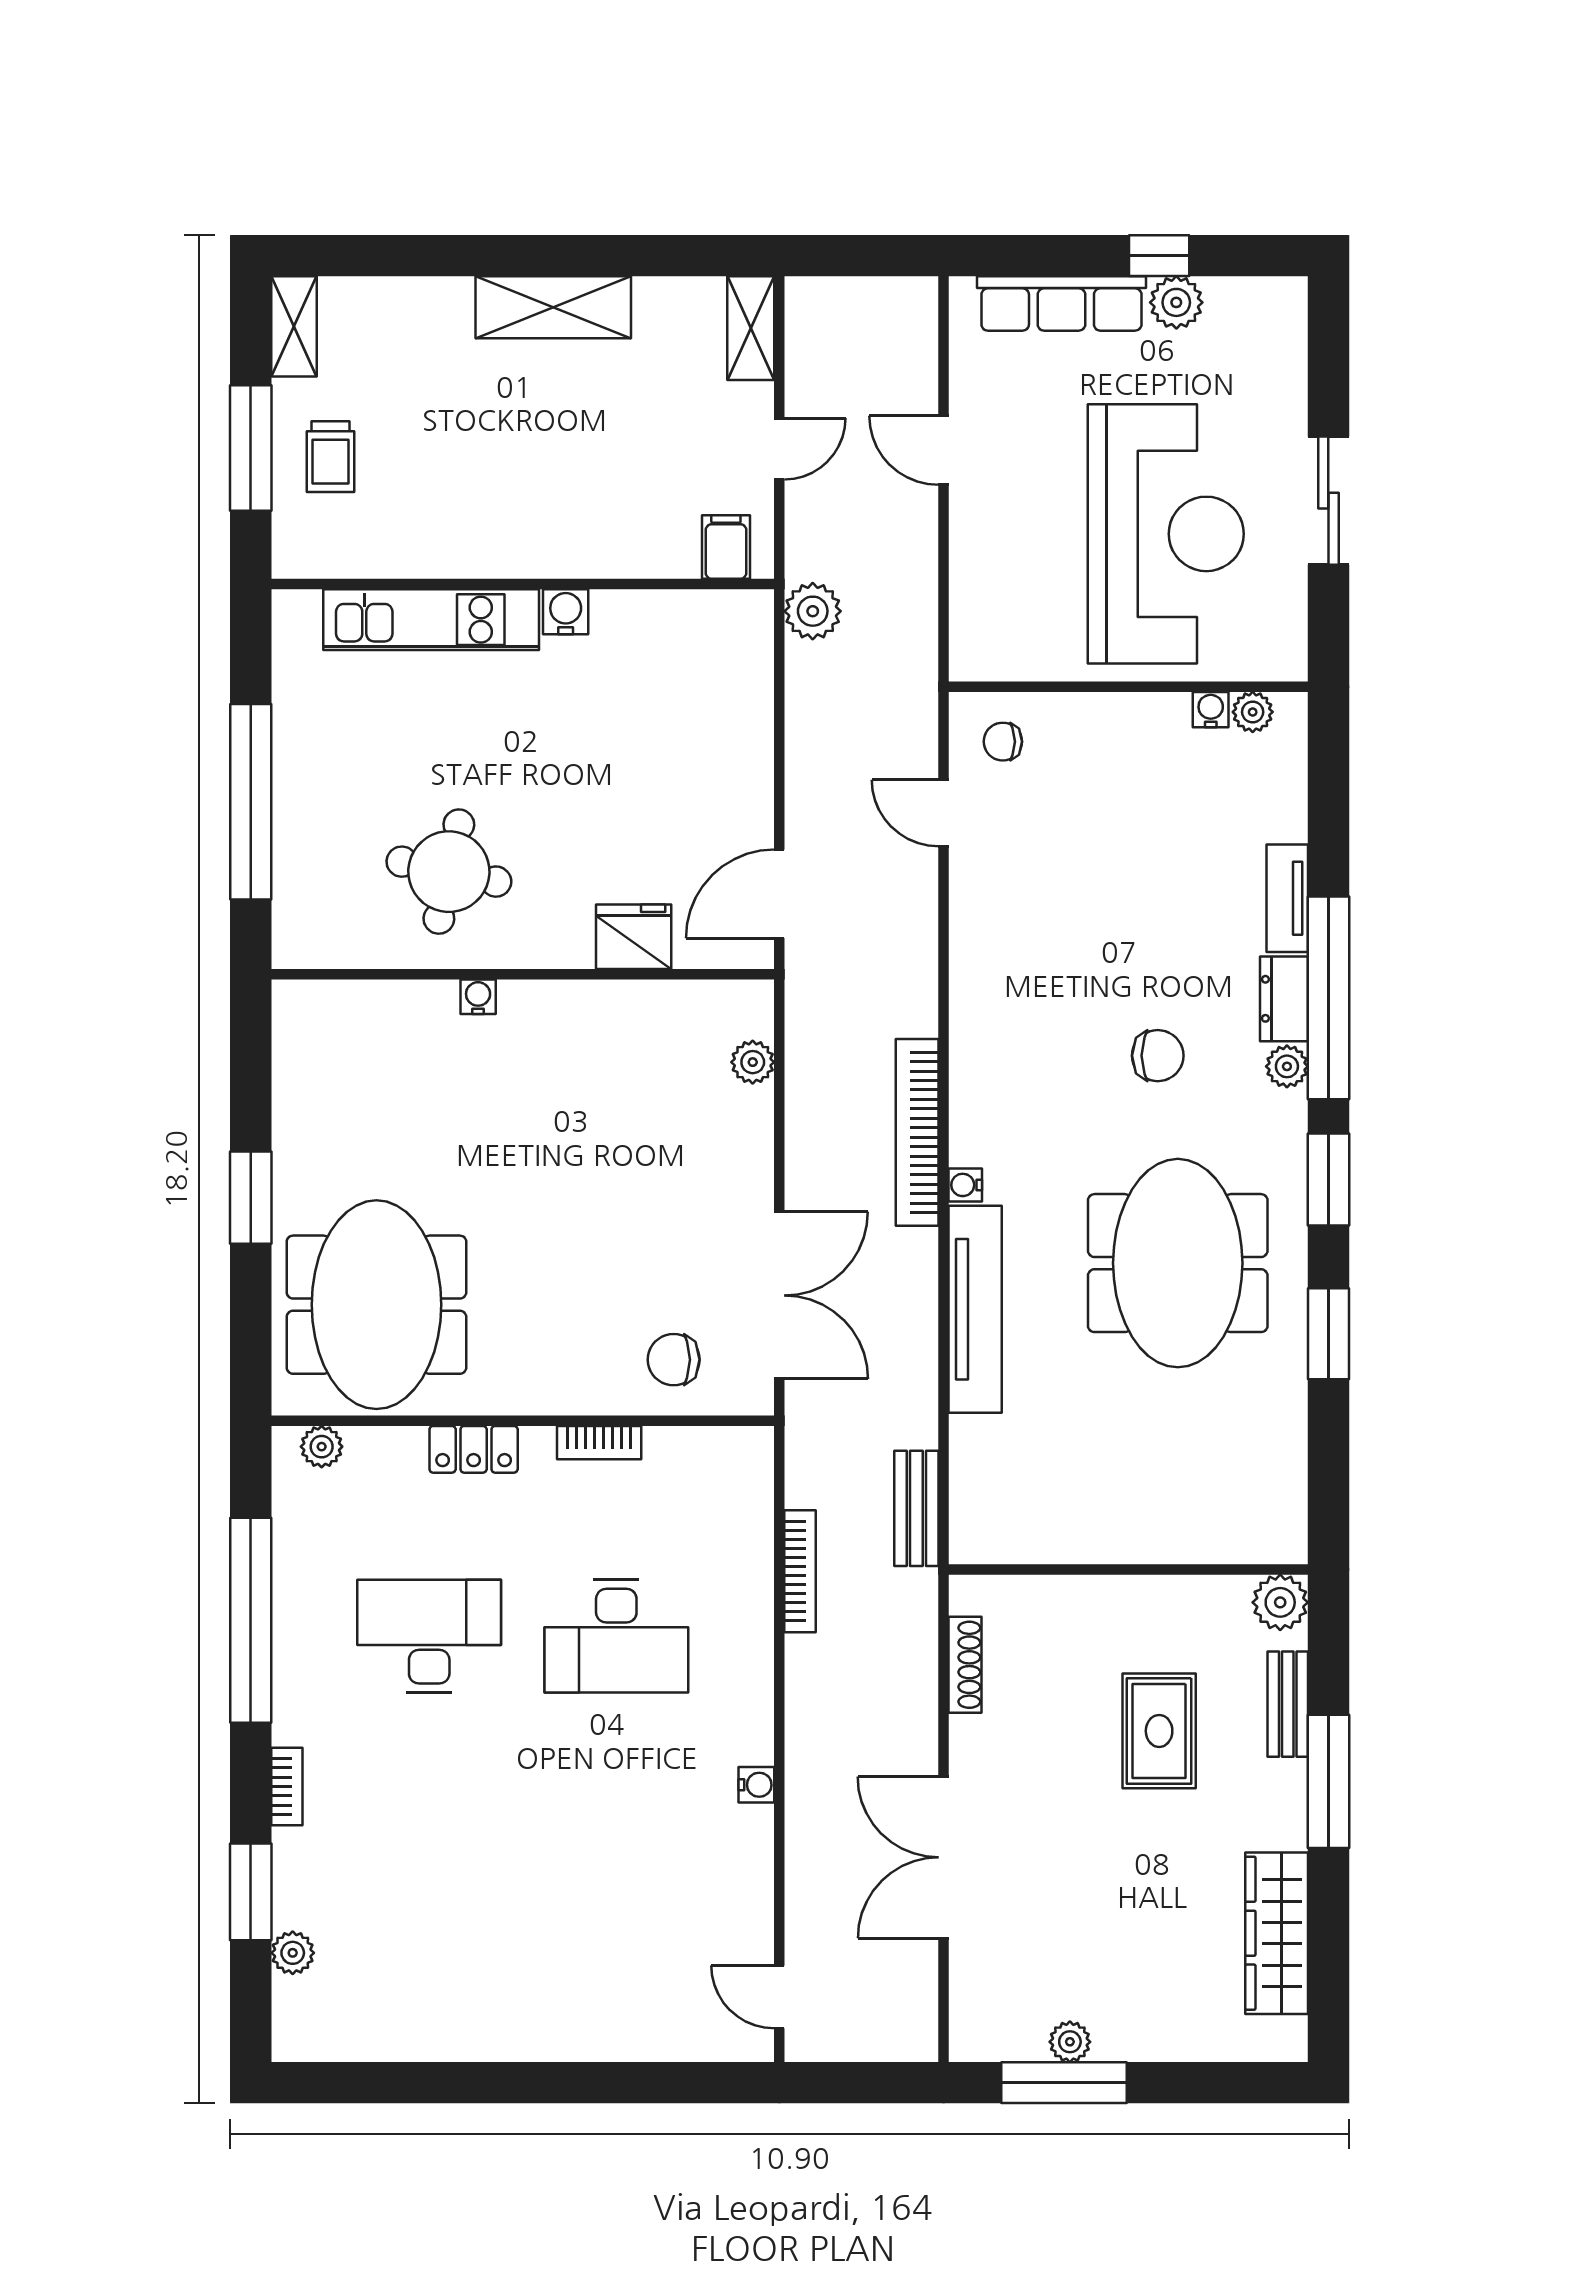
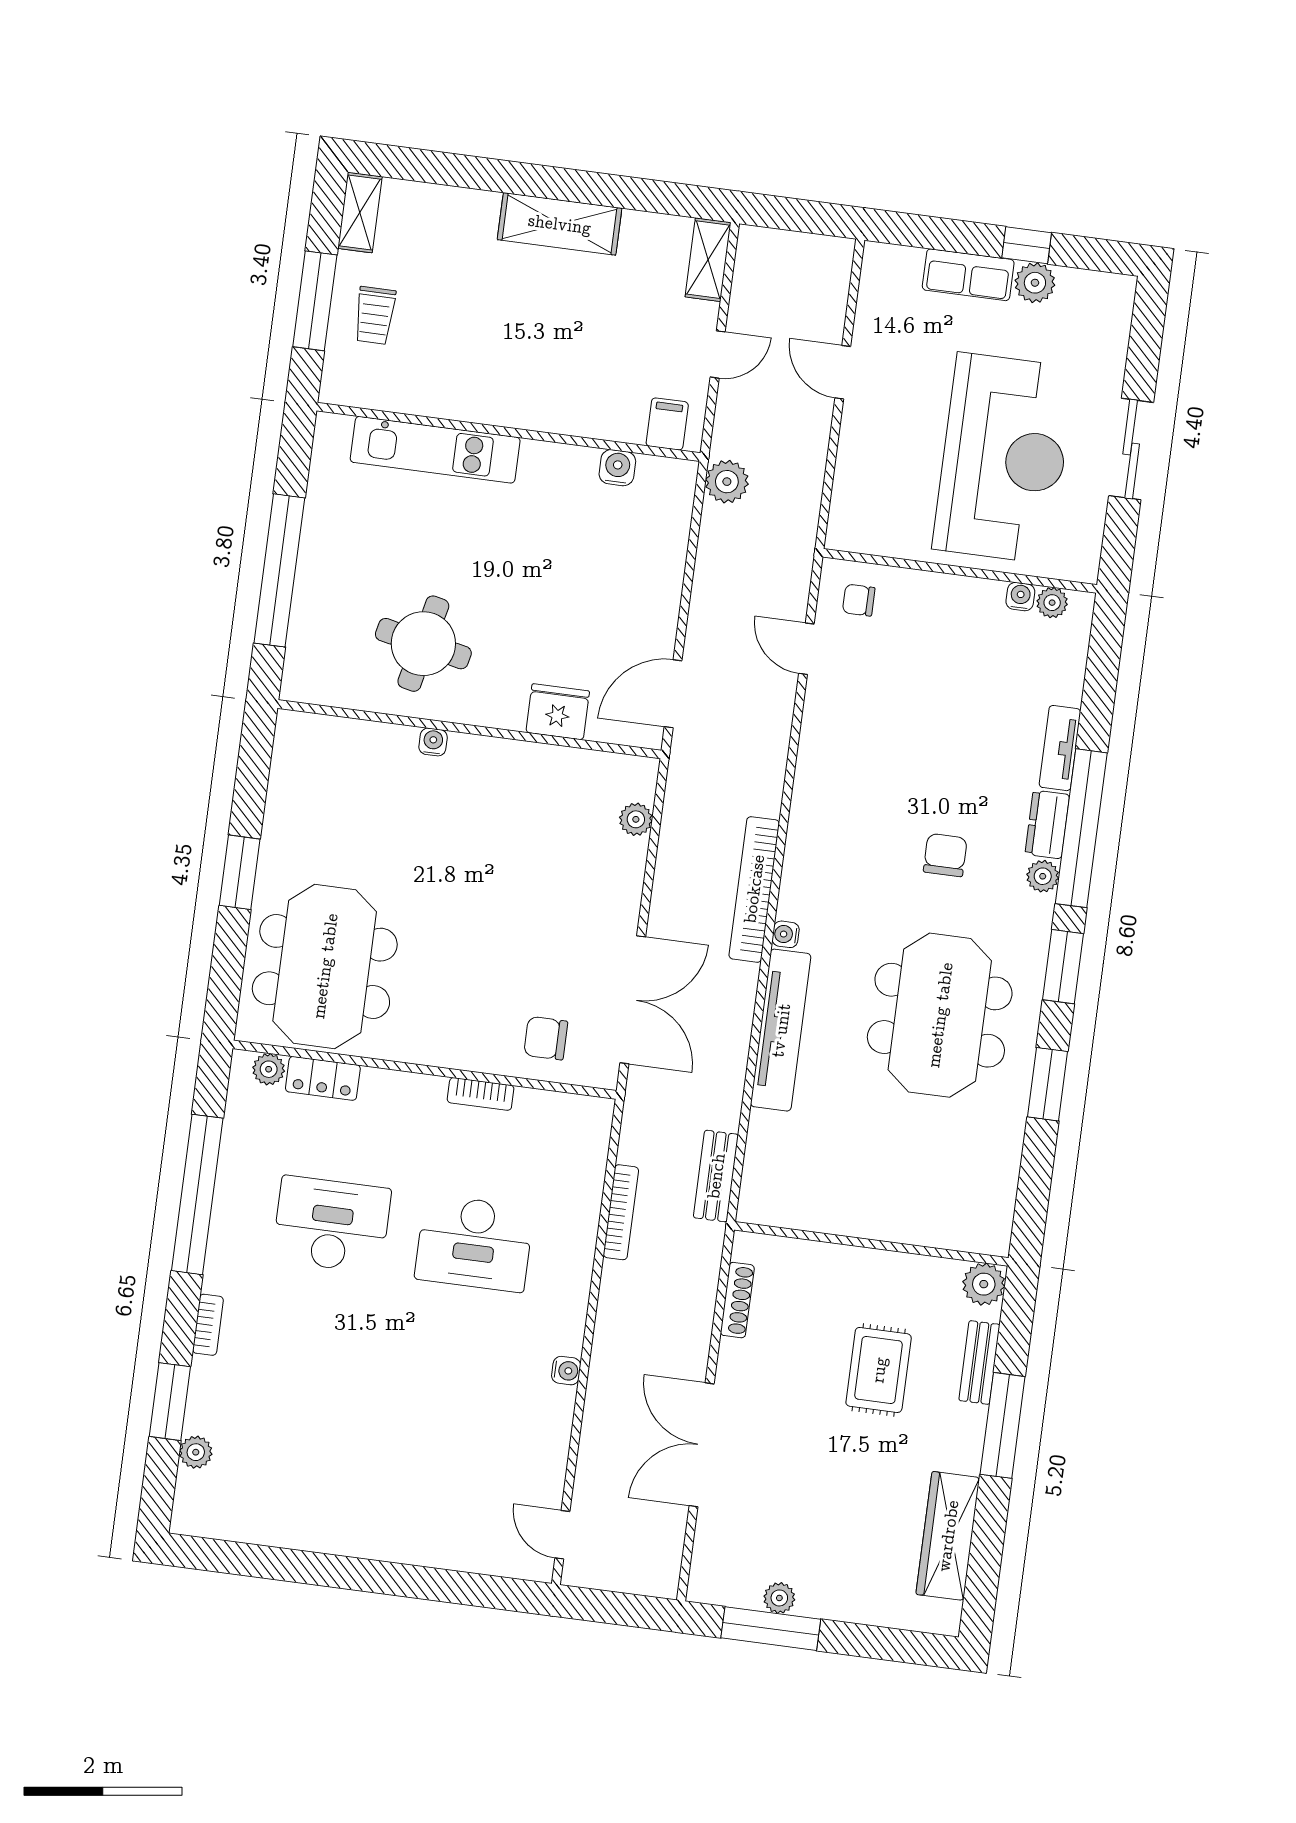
row of seats: (1061, 303) -> (968, 275), width x0.68
water cooler: (566, 612) -> (617, 468), moved
chair: (1158, 1056) -> (945, 855), turned -90
locker: (474, 1449) -> (323, 1078), moved

